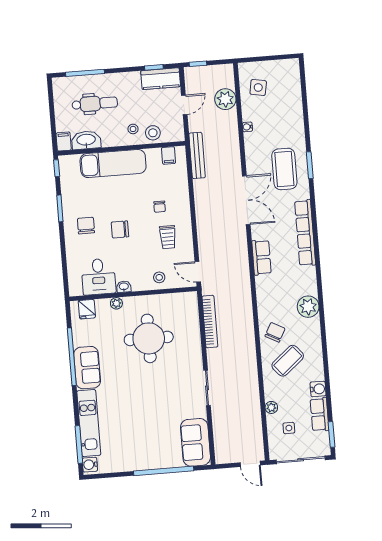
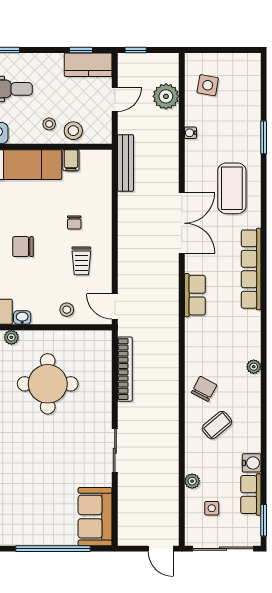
filing cabinet: (169, 155) -> (71, 160), moved
window: (310, 165) -> (264, 137), moved
plant: (308, 307) -> (254, 367), width x0.53, depth x0.53
coffee table: (288, 361) -> (217, 425), width x0.73, depth x0.77

